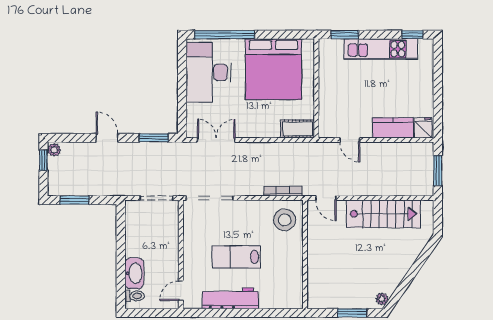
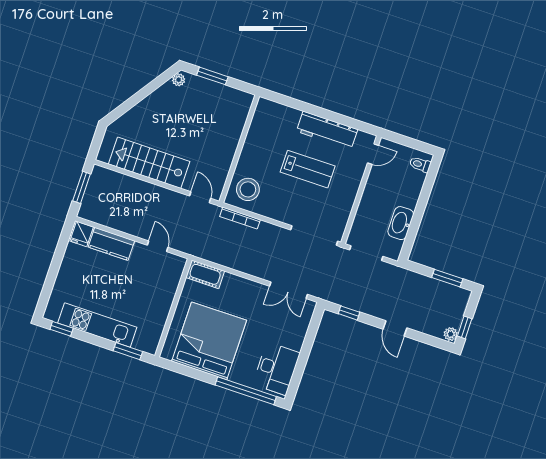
desk: (208, 72) -> (276, 369), width x0.73, depth x0.77
window: (154, 138) -> (349, 313), width x0.67
washbasin: (134, 273) -> (401, 223), moved

